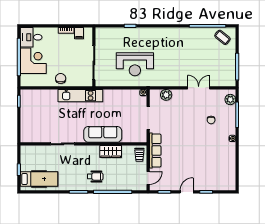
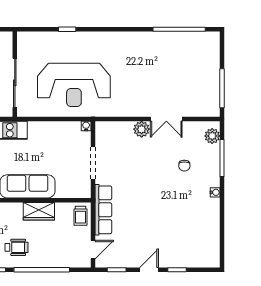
coffee table: (222, 37) -> (201, 46), removed
reception desk: (135, 64) -> (74, 85), width x1.36, depth x1.30
double door: (199, 88) -> (166, 119), swing flipped
plant: (166, 95) -> (142, 129), moved

